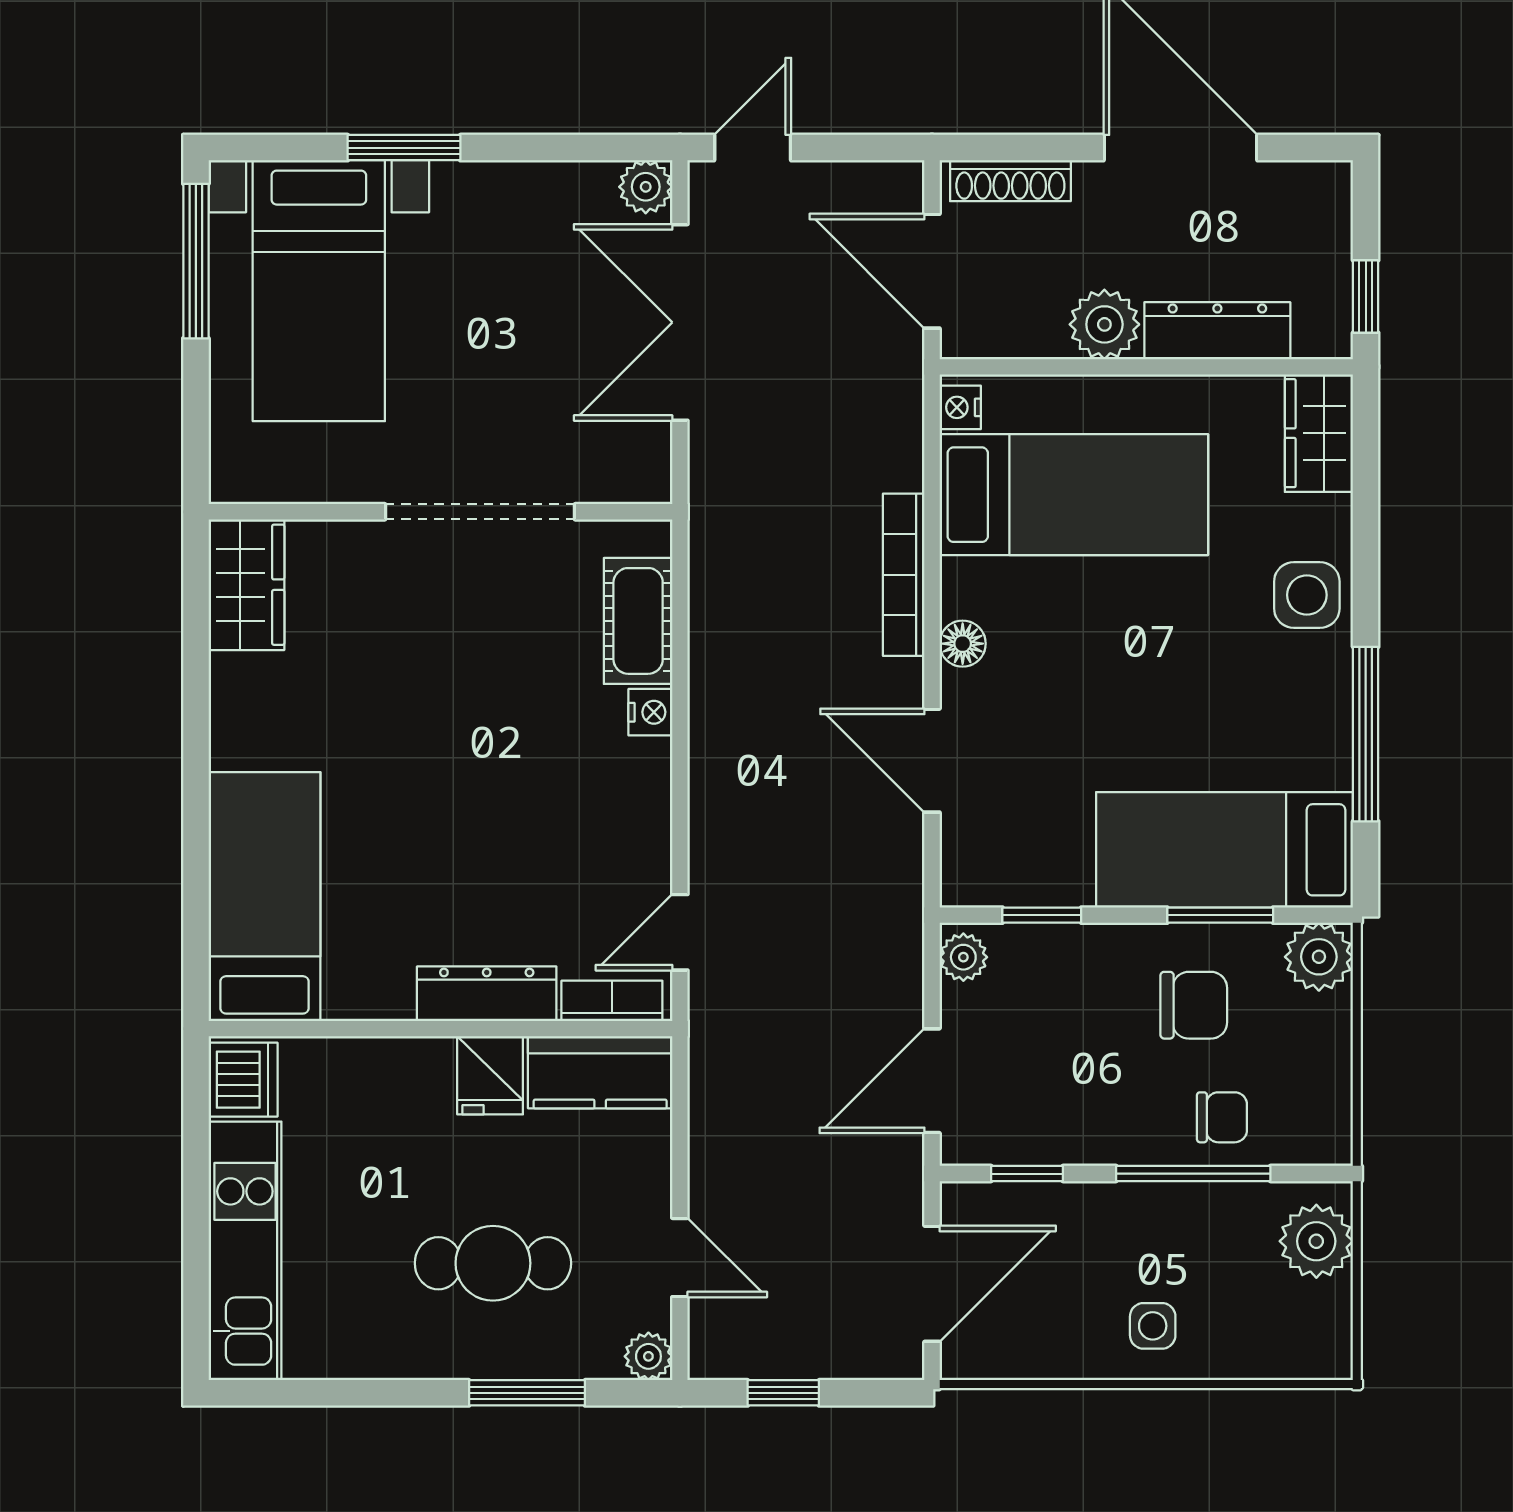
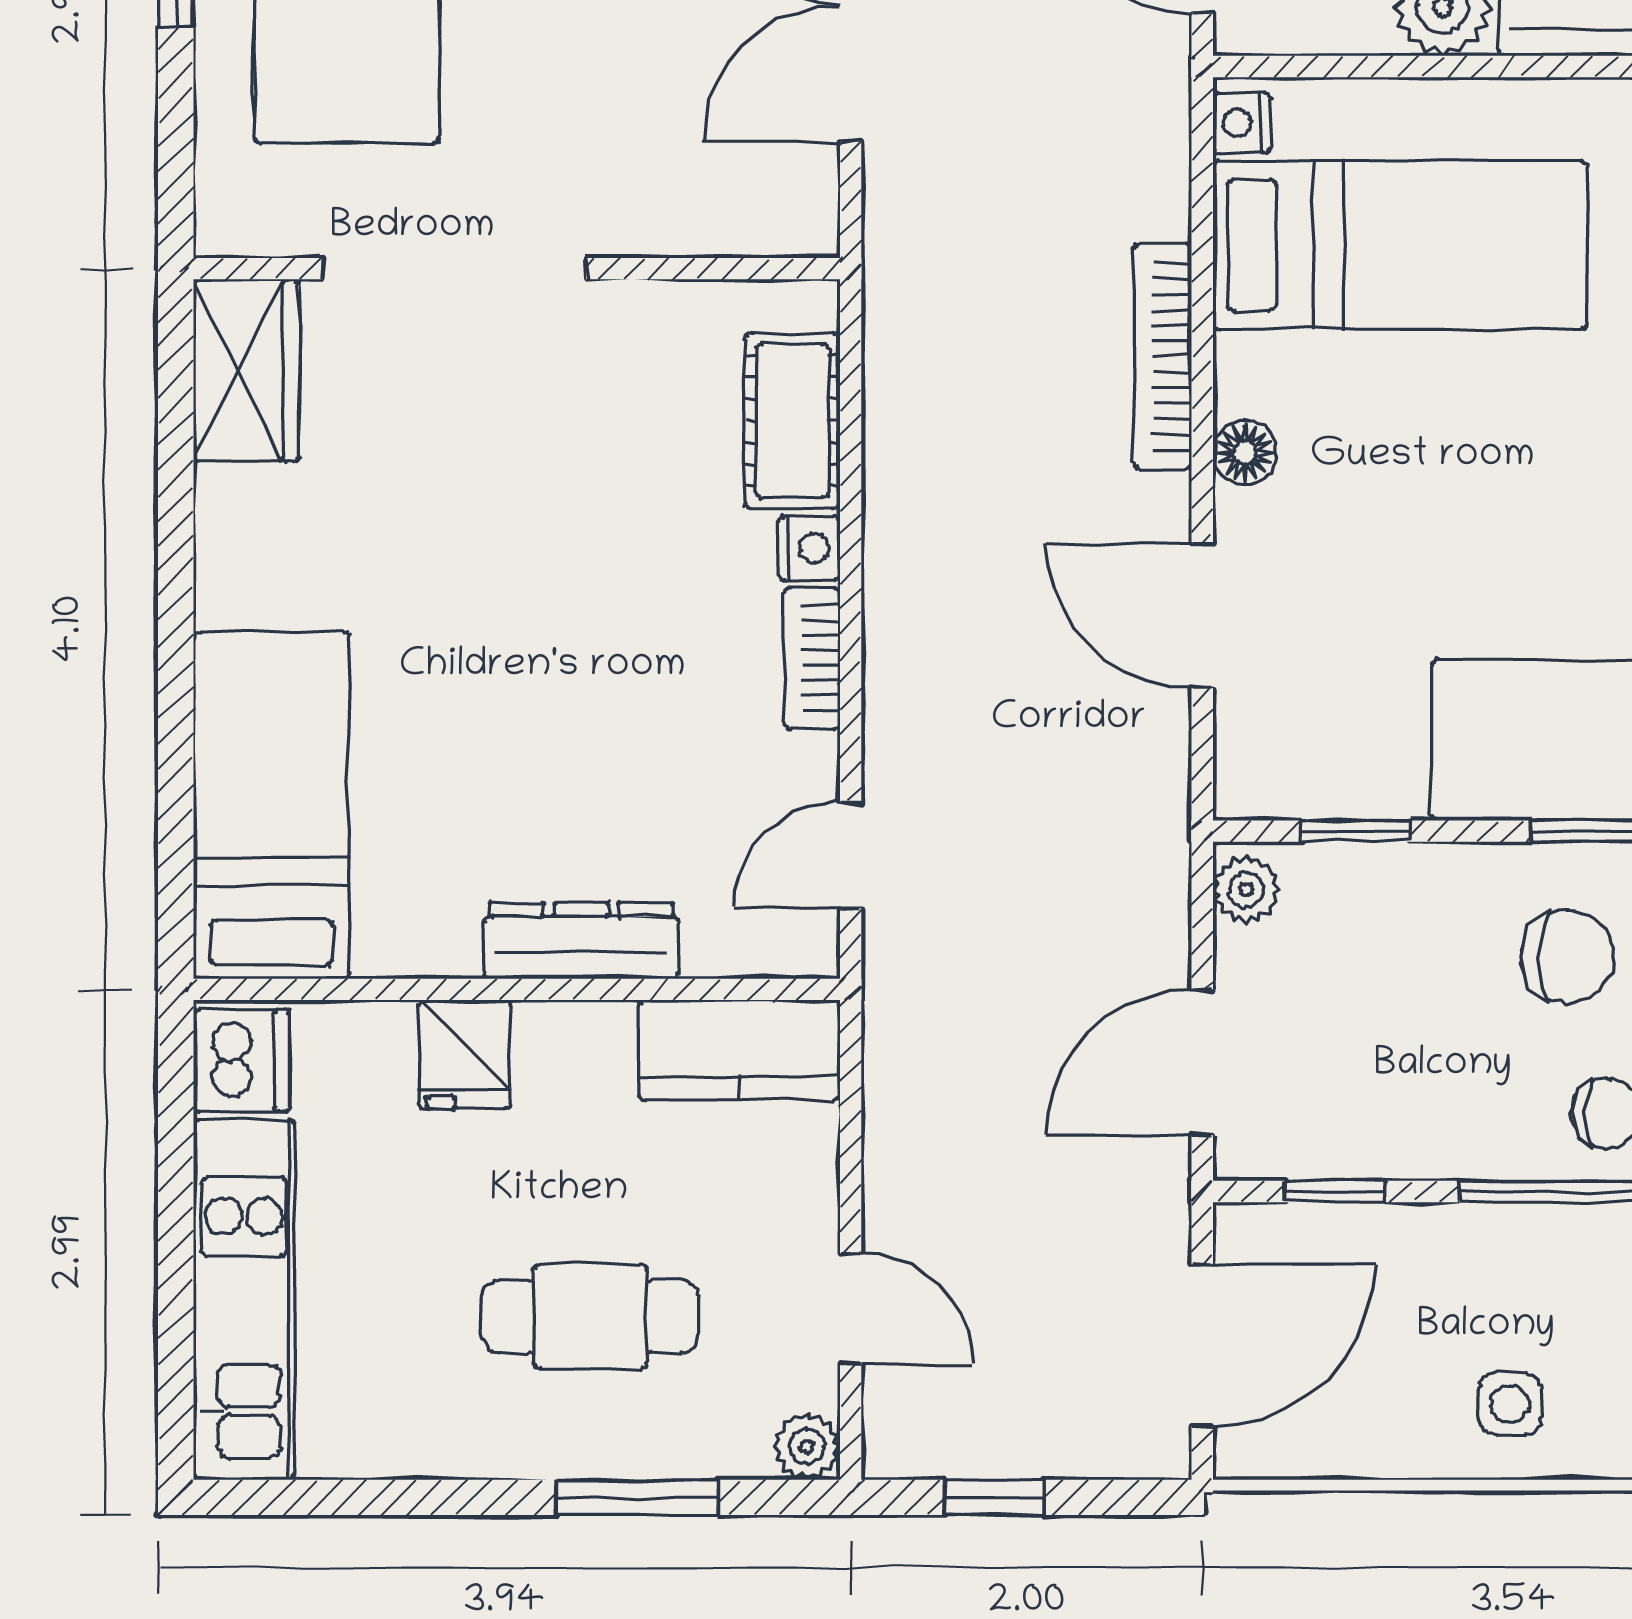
doorway: (480, 512) -> (454, 269), moved
bookcase: (612, 1001) -> (812, 658), moved, turned -90
fridge: (490, 1075) -> (465, 1055), moved

